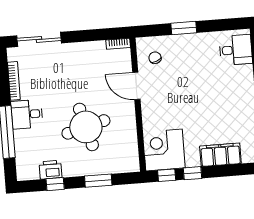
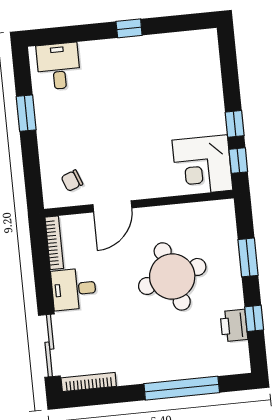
window: (184, 28) -> (26, 113), moved
bookcase: (118, 44) -> (54, 243), width x1.56
bookcase: (14, 81) -> (89, 382), moved
desk: (27, 114) -> (74, 289), moved, turned 90
filing cabinet: (220, 155) -> (208, 85), removed

